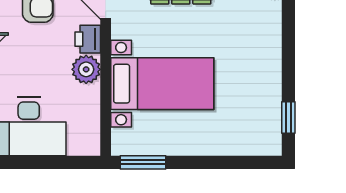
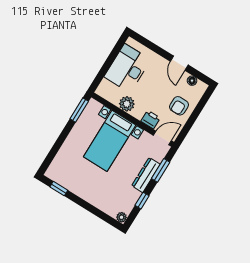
plant: (86, 69) -> (127, 104), moved

